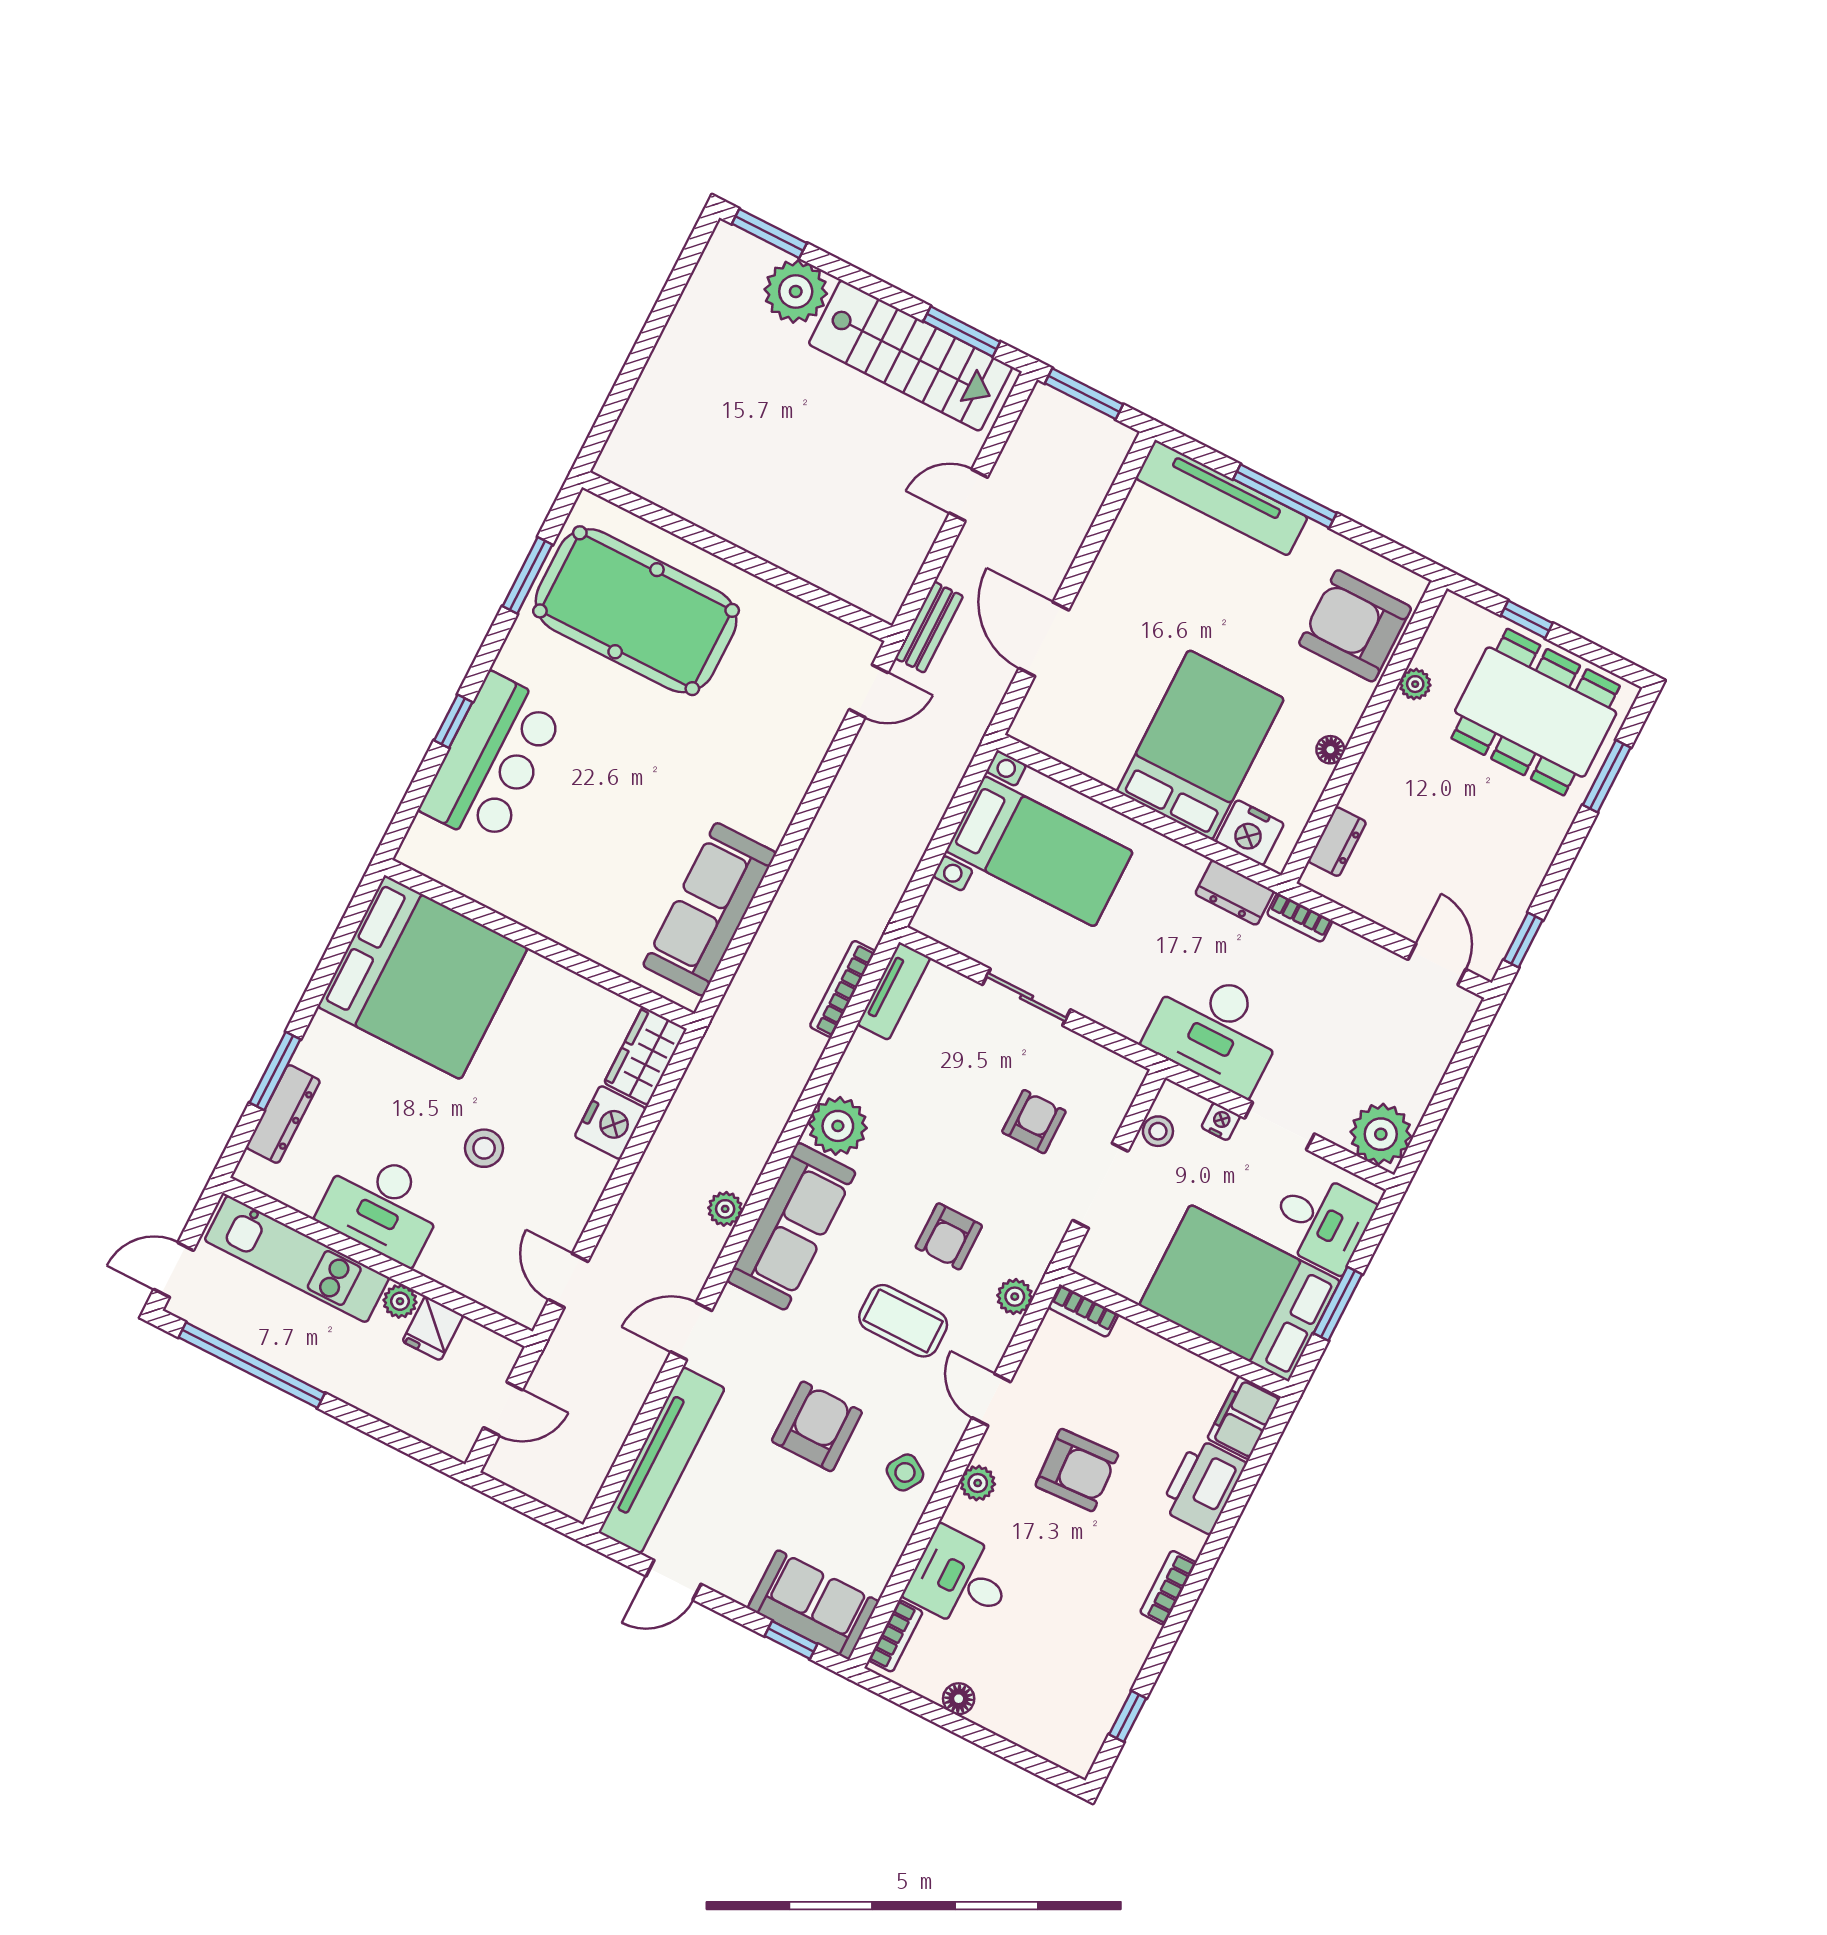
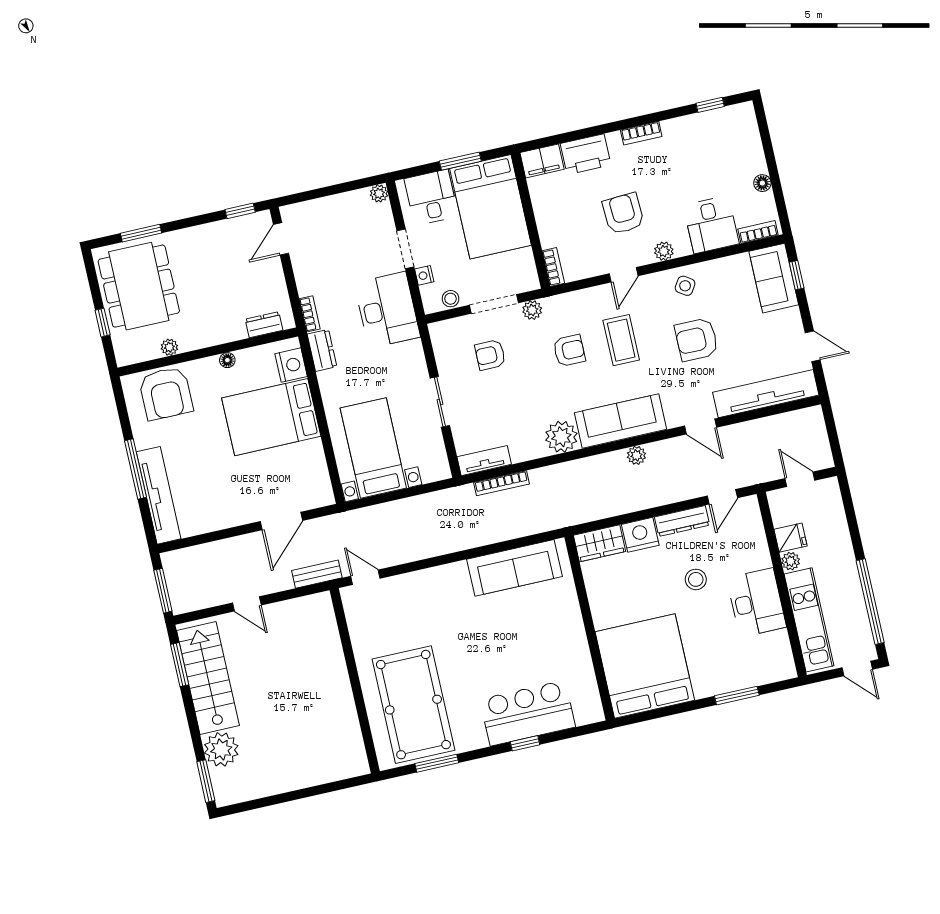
dresser: (283, 1114) -> (682, 521), moved, turned 180
plant: (1381, 1134) -> (379, 193), width x0.53, depth x0.53
plant: (1015, 1297) -> (532, 310), moved

